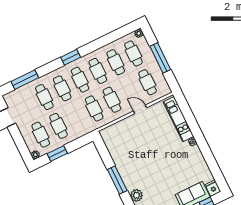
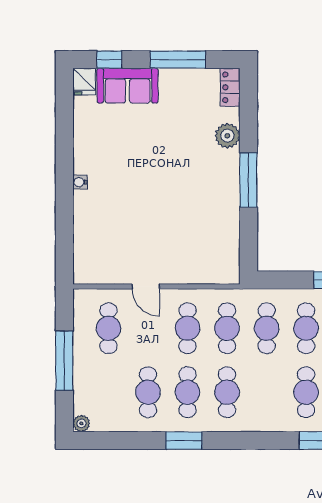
cafe table: (133, 53) -> (108, 392), removed
window: (71, 57) -> (184, 440), moved
cafe table: (62, 88) -> (267, 328), moved
kitchen unit: (178, 119) -> (85, 235), removed

